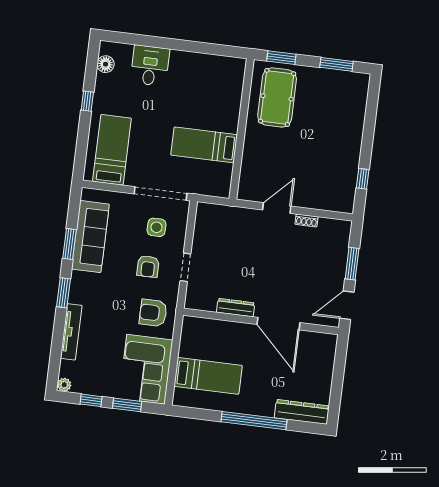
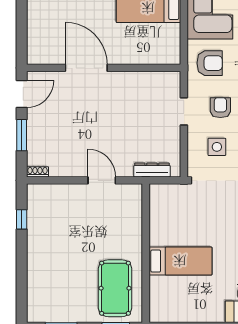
bed: (204, 145) -> (180, 261), moved
door: (277, 208) -> (102, 180), swing flipped
shoe rack: (307, 220) -> (37, 172), moved
dresser: (236, 308) -> (152, 170), moved, turned 180

